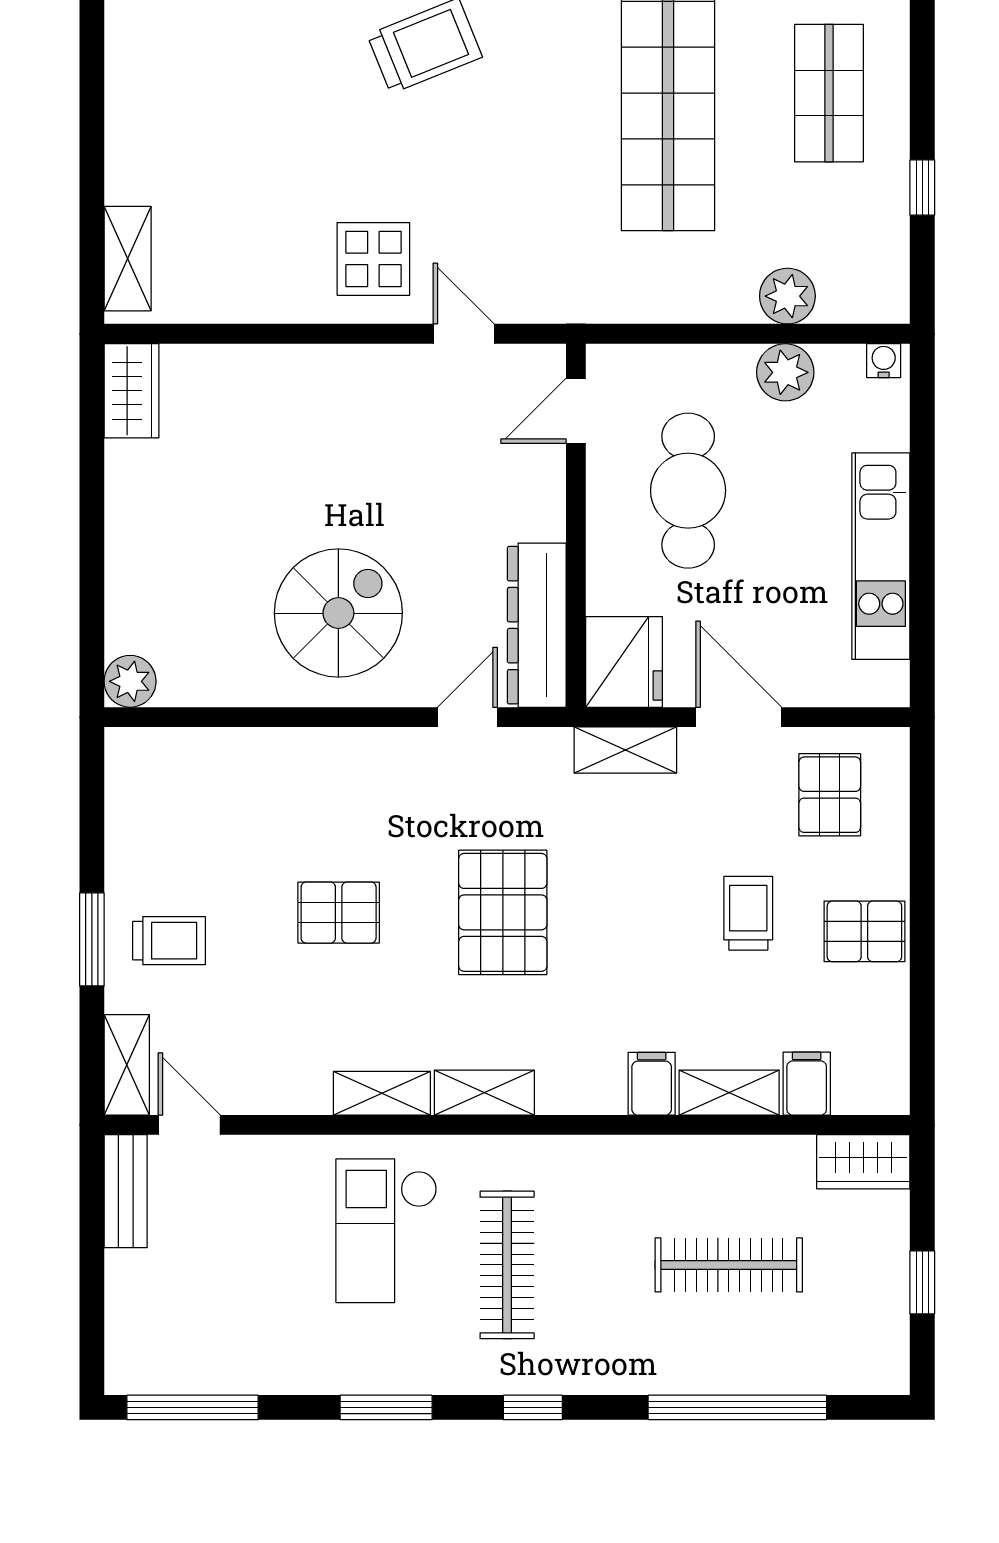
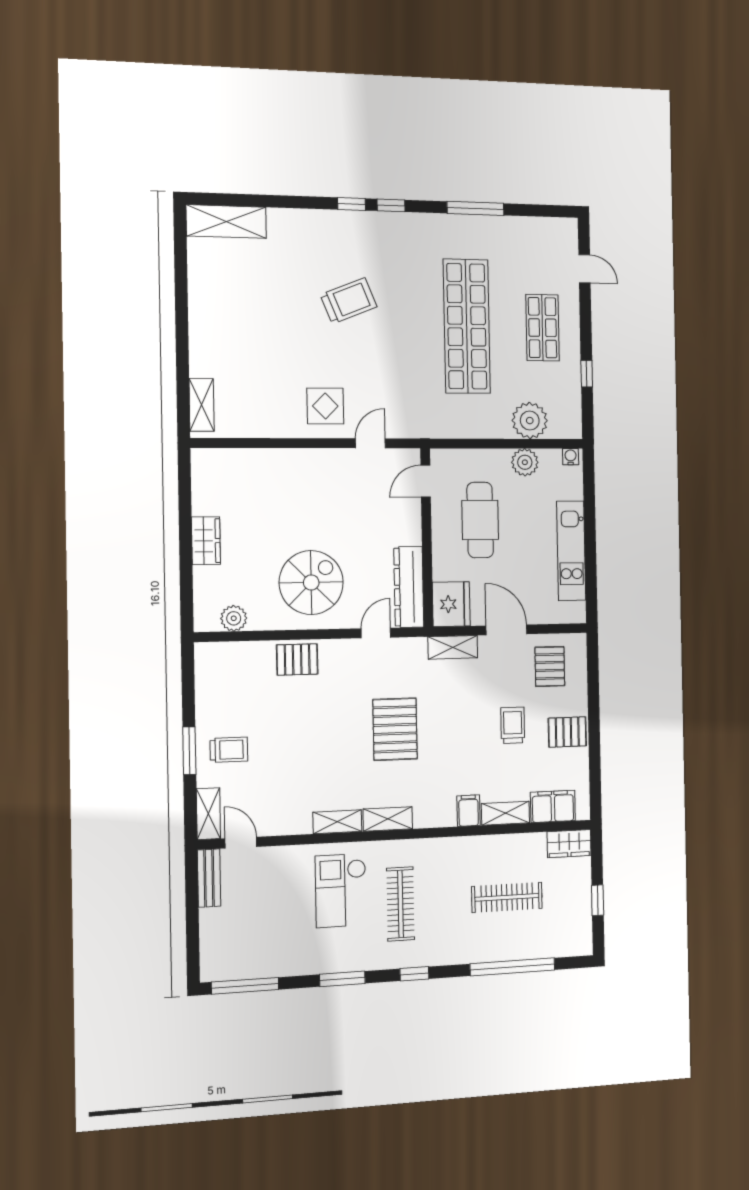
plant: (787, 296) -> (530, 421), width x1.36, depth x1.36
door: (464, 334) -> (370, 443), hinge flipped
wardrobe: (131, 391) -> (206, 541), moved
plant: (130, 681) -> (234, 618), moved
pallet: (339, 913) -> (297, 660), moved
filing cabinet: (807, 1084) -> (553, 806), width x2.00

